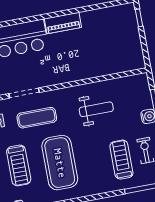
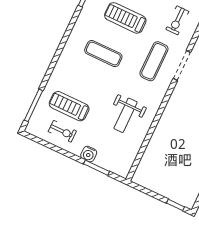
treadmill: (121, 160) -> (69, 106), turned 180
exercise mat: (60, 163) -> (103, 54), width x0.50, depth x0.69

